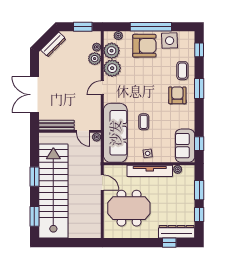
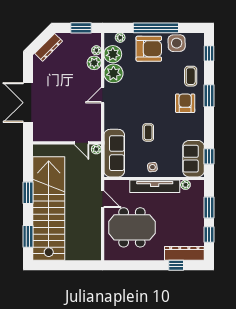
bench: (57, 125) -> (52, 136), removed
sofa: (115, 133) -> (114, 153), width x0.74, depth x0.79

